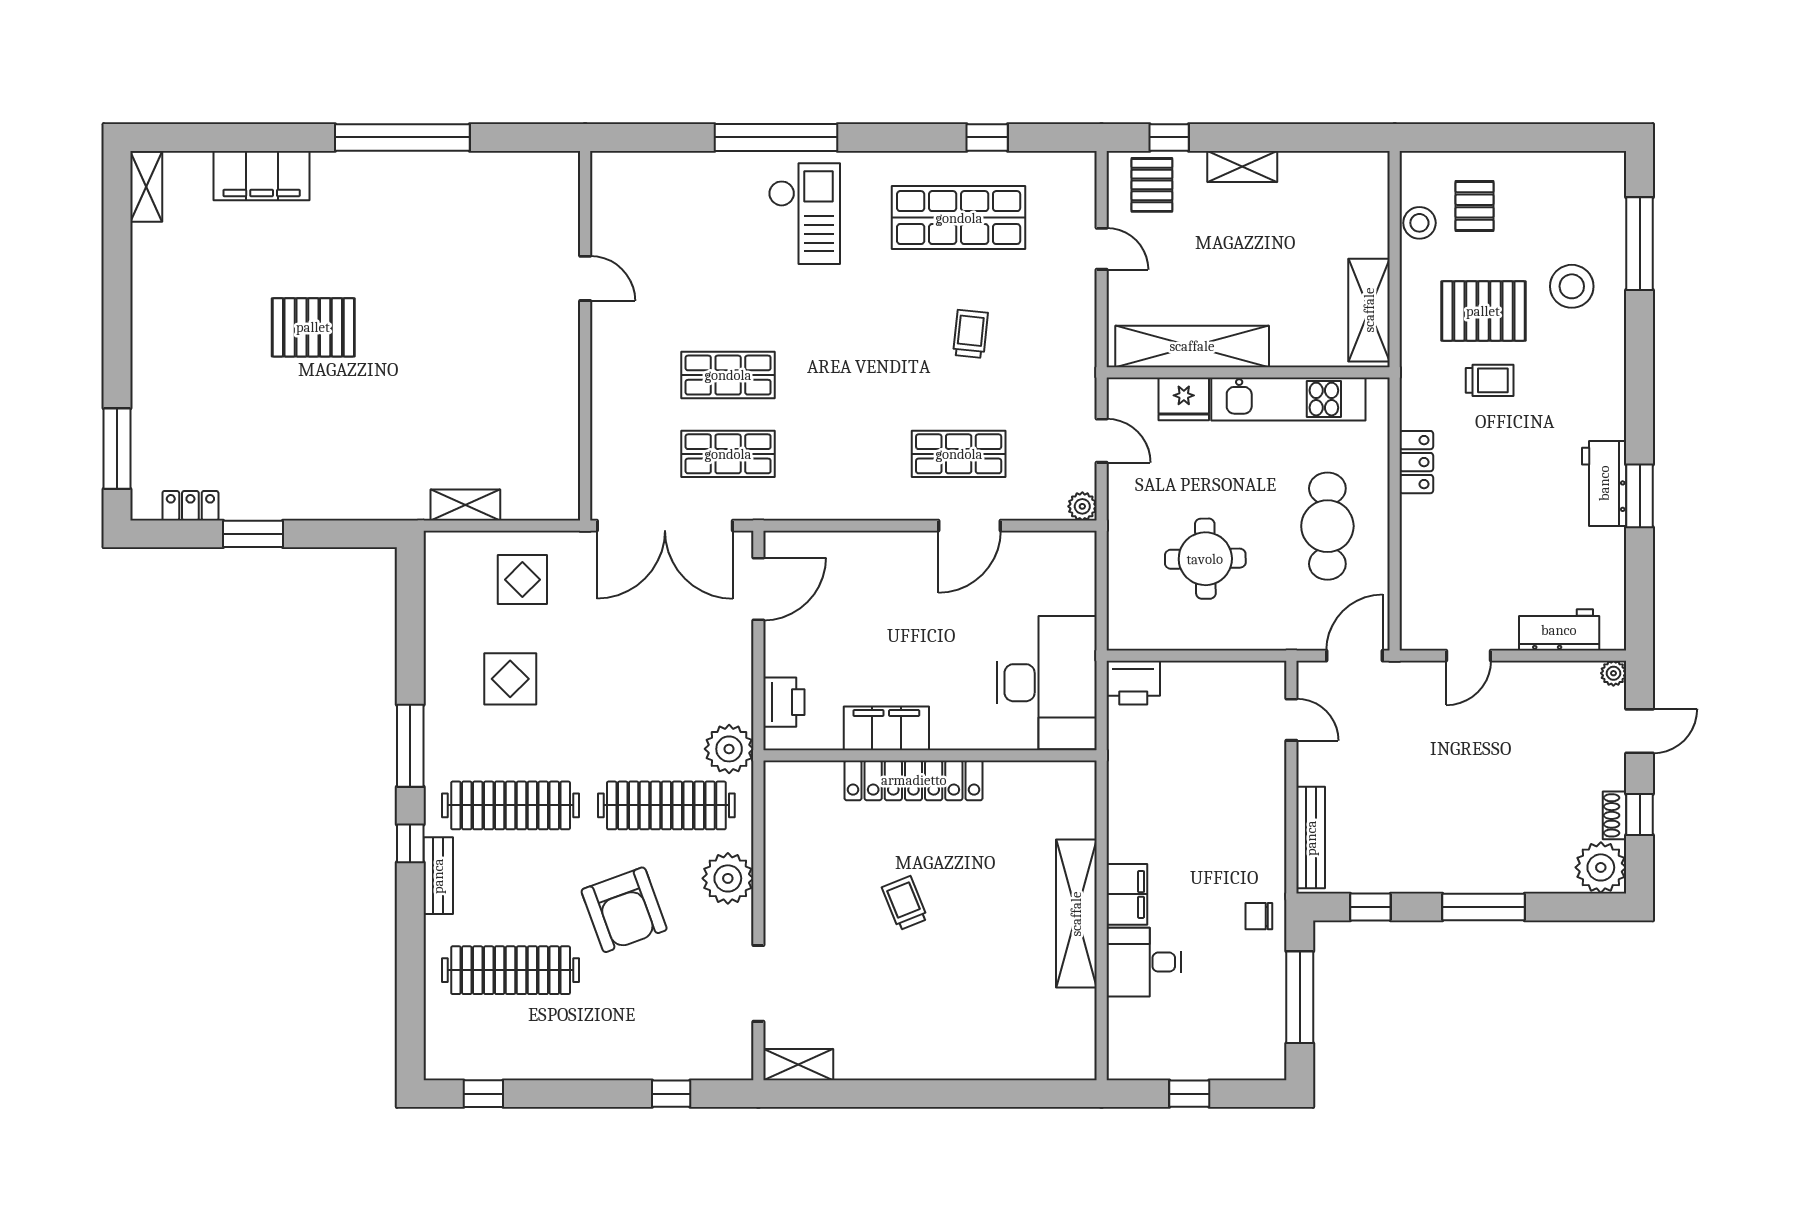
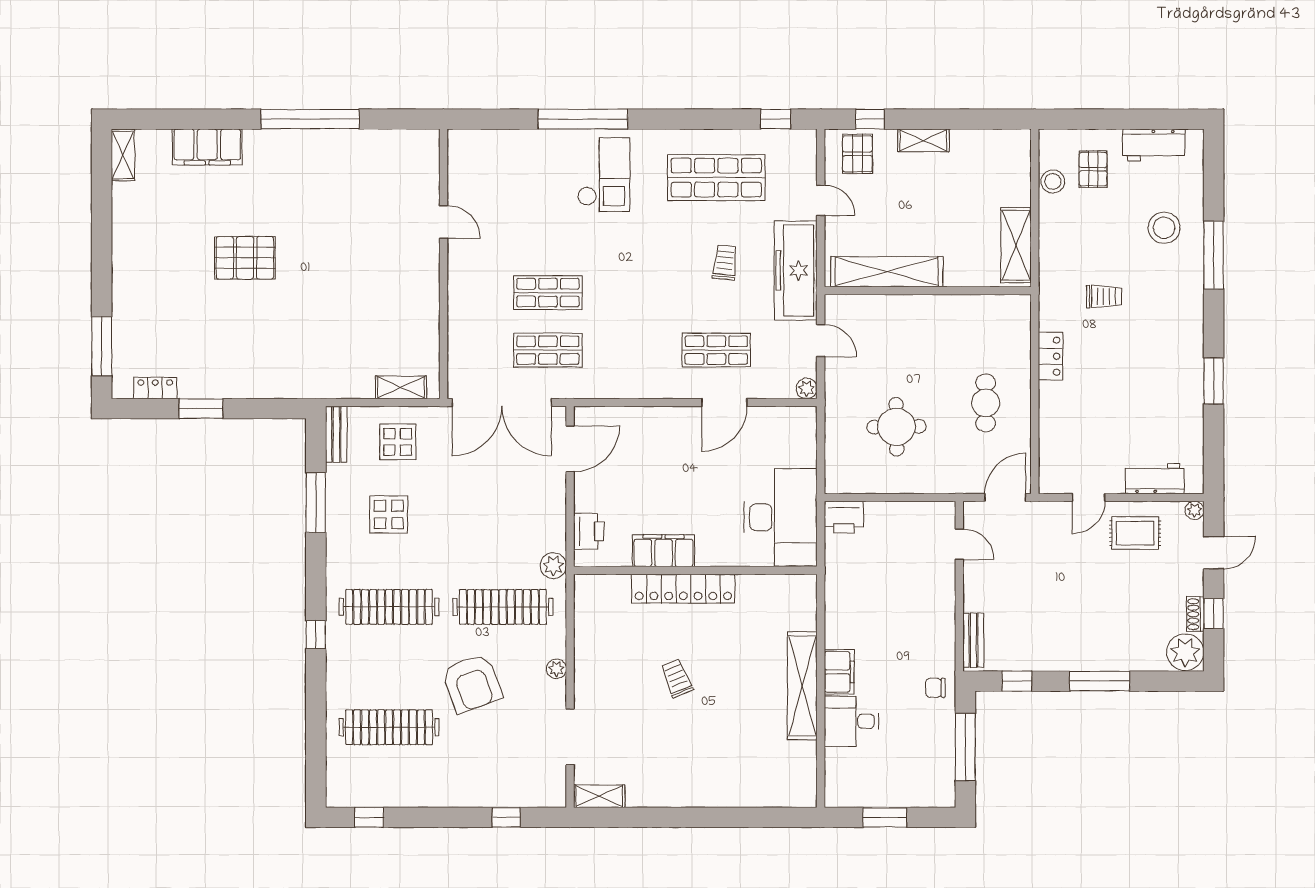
window: (987, 137) -> (776, 119), moved
window: (1640, 244) -> (1214, 255), moved
pallet: (1483, 311) -> (1100, 246), removed
freezer: (1067, 345) -> (796, 270), added
fridge: (1184, 399) -> (881, 310), removed
kitchen unit: (1288, 399) -> (957, 310), removed
workbench: (1604, 483) -> (1154, 145), moved, turned -90
shelving: (465, 505) -> (401, 387), moved
cafe table: (1327, 526) -> (986, 403), width x0.73, depth x0.74
rug: (1532, 704) -> (1135, 533), added
window: (410, 746) -> (316, 503), moved
plant: (729, 749) -> (553, 566), width x0.73, depth x0.73
bench: (1311, 838) -> (973, 640), width x0.73
bench: (438, 876) -> (336, 434), moved
plant: (728, 878) -> (556, 669), width x0.53, depth x0.53
window: (1189, 1094) -> (885, 817), width x1.50

